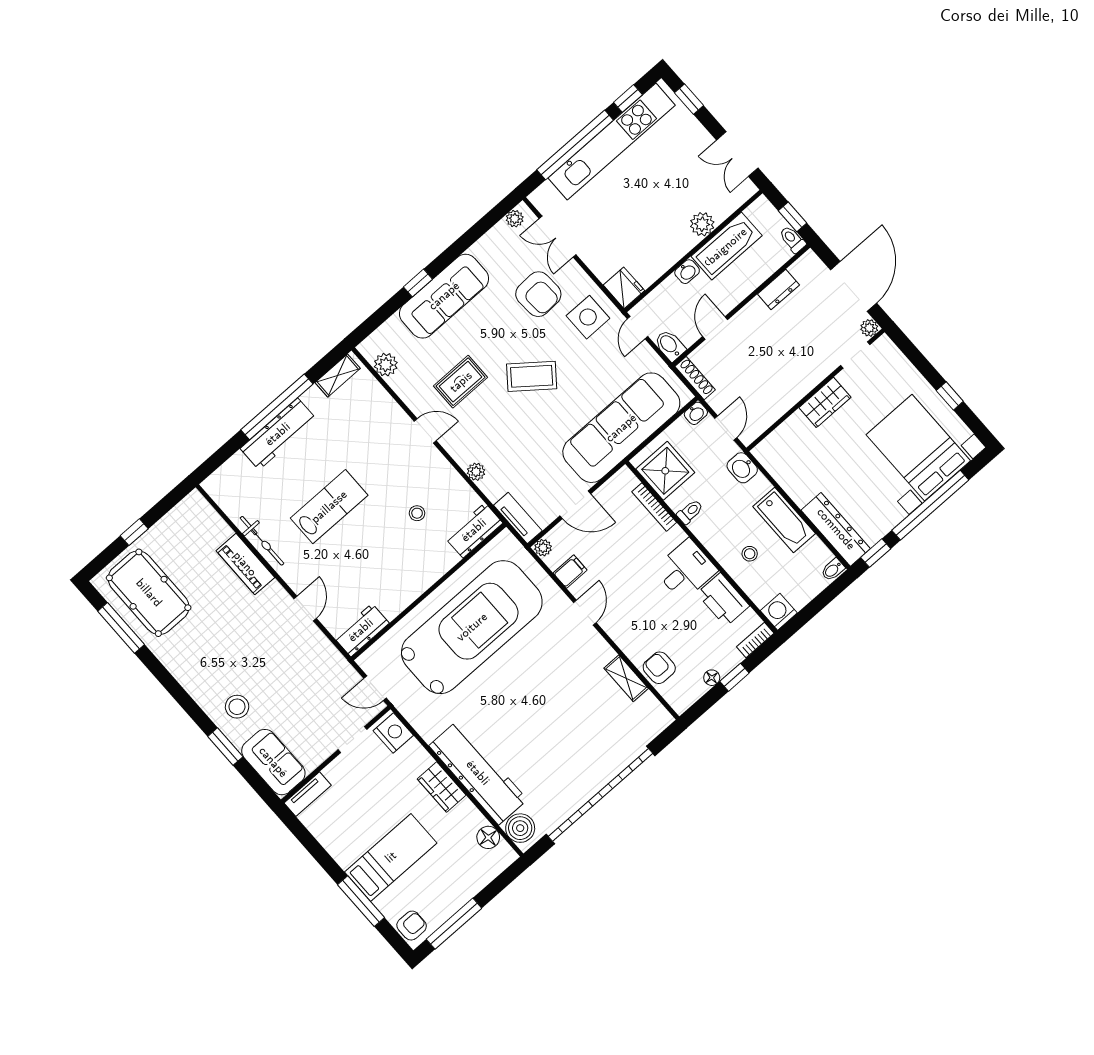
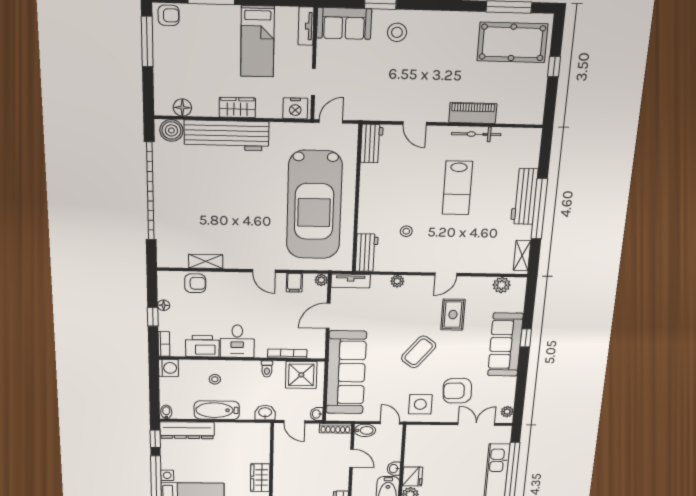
fridge: (624, 288) -> (412, 477), moved, turned -90
bed: (391, 857) -> (257, 41), moved
armchair: (412, 926) -> (169, 15), turned -90

